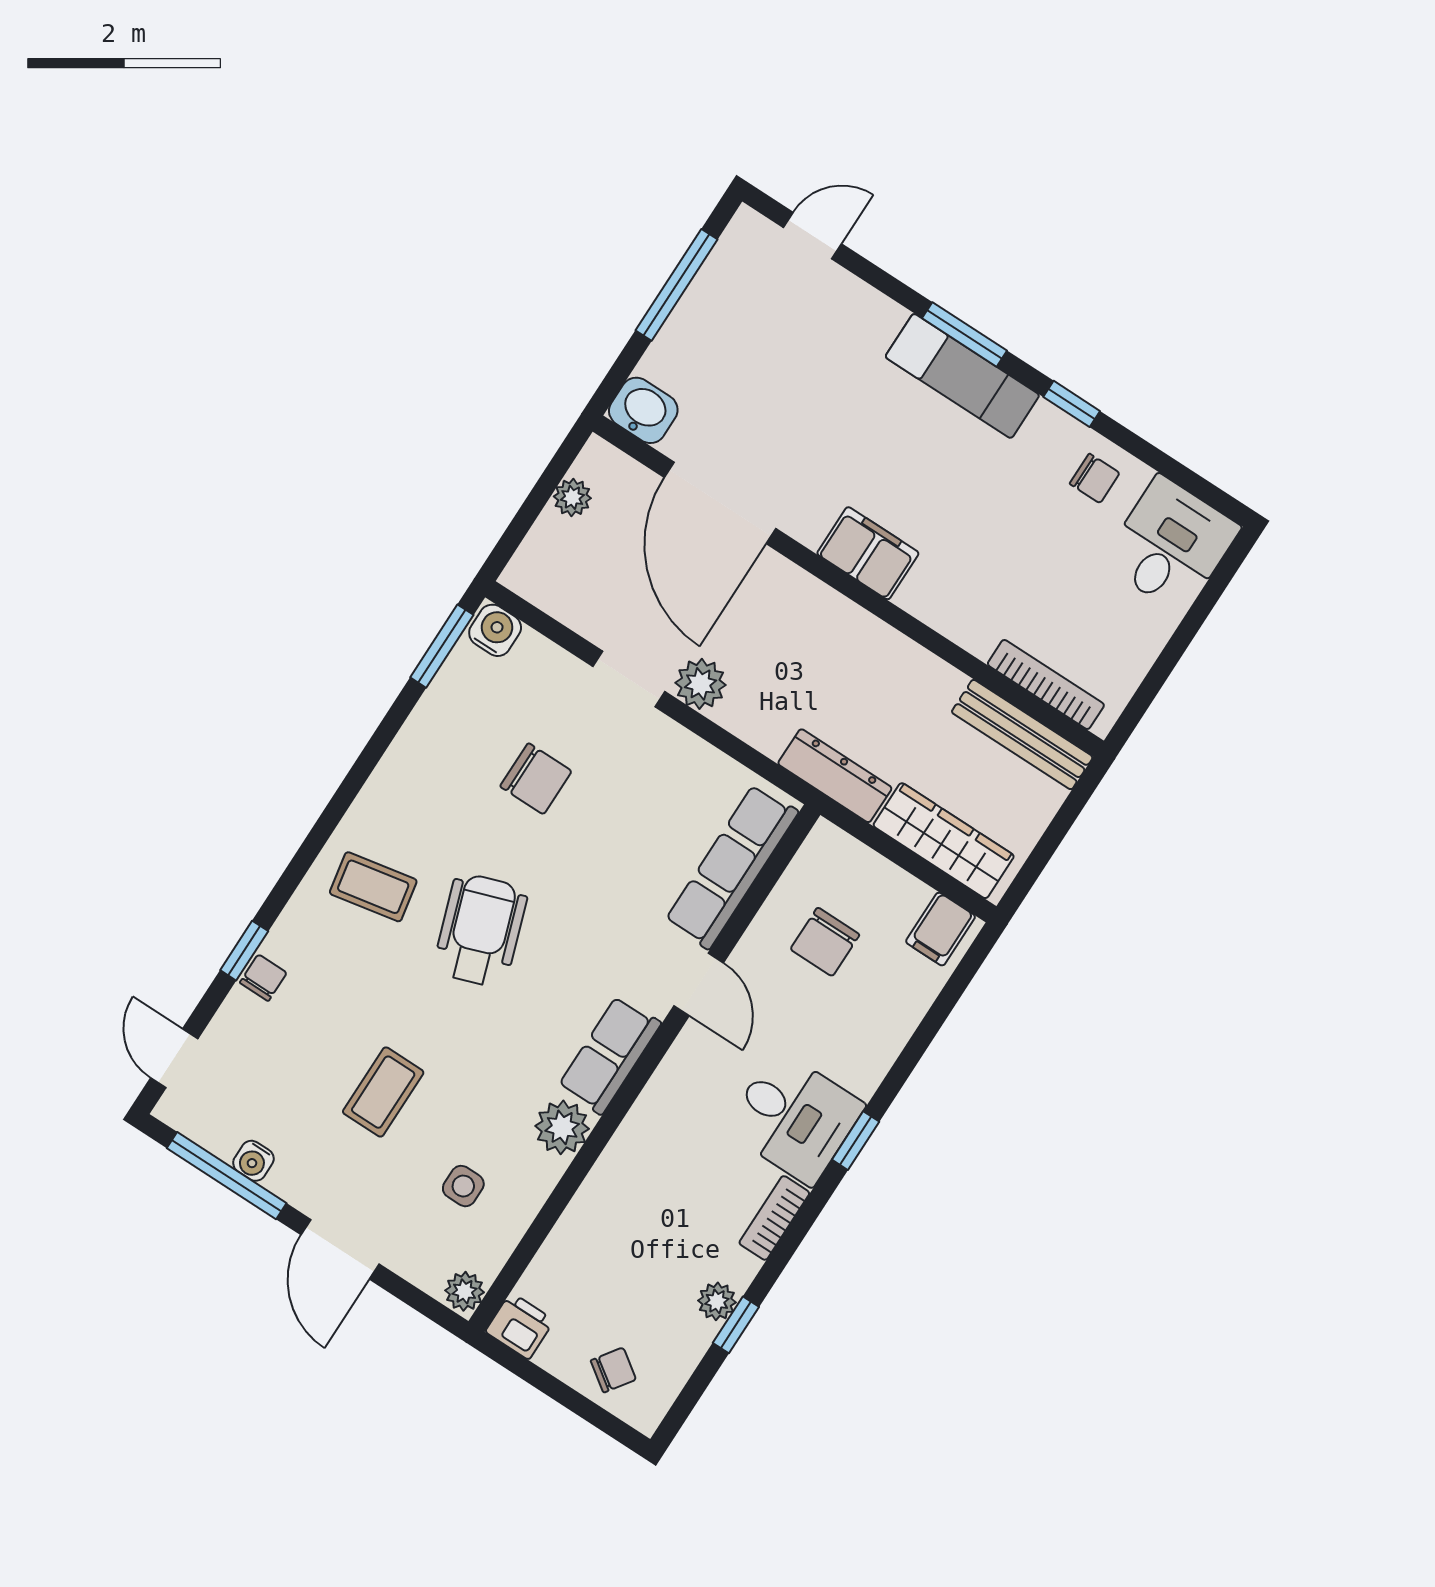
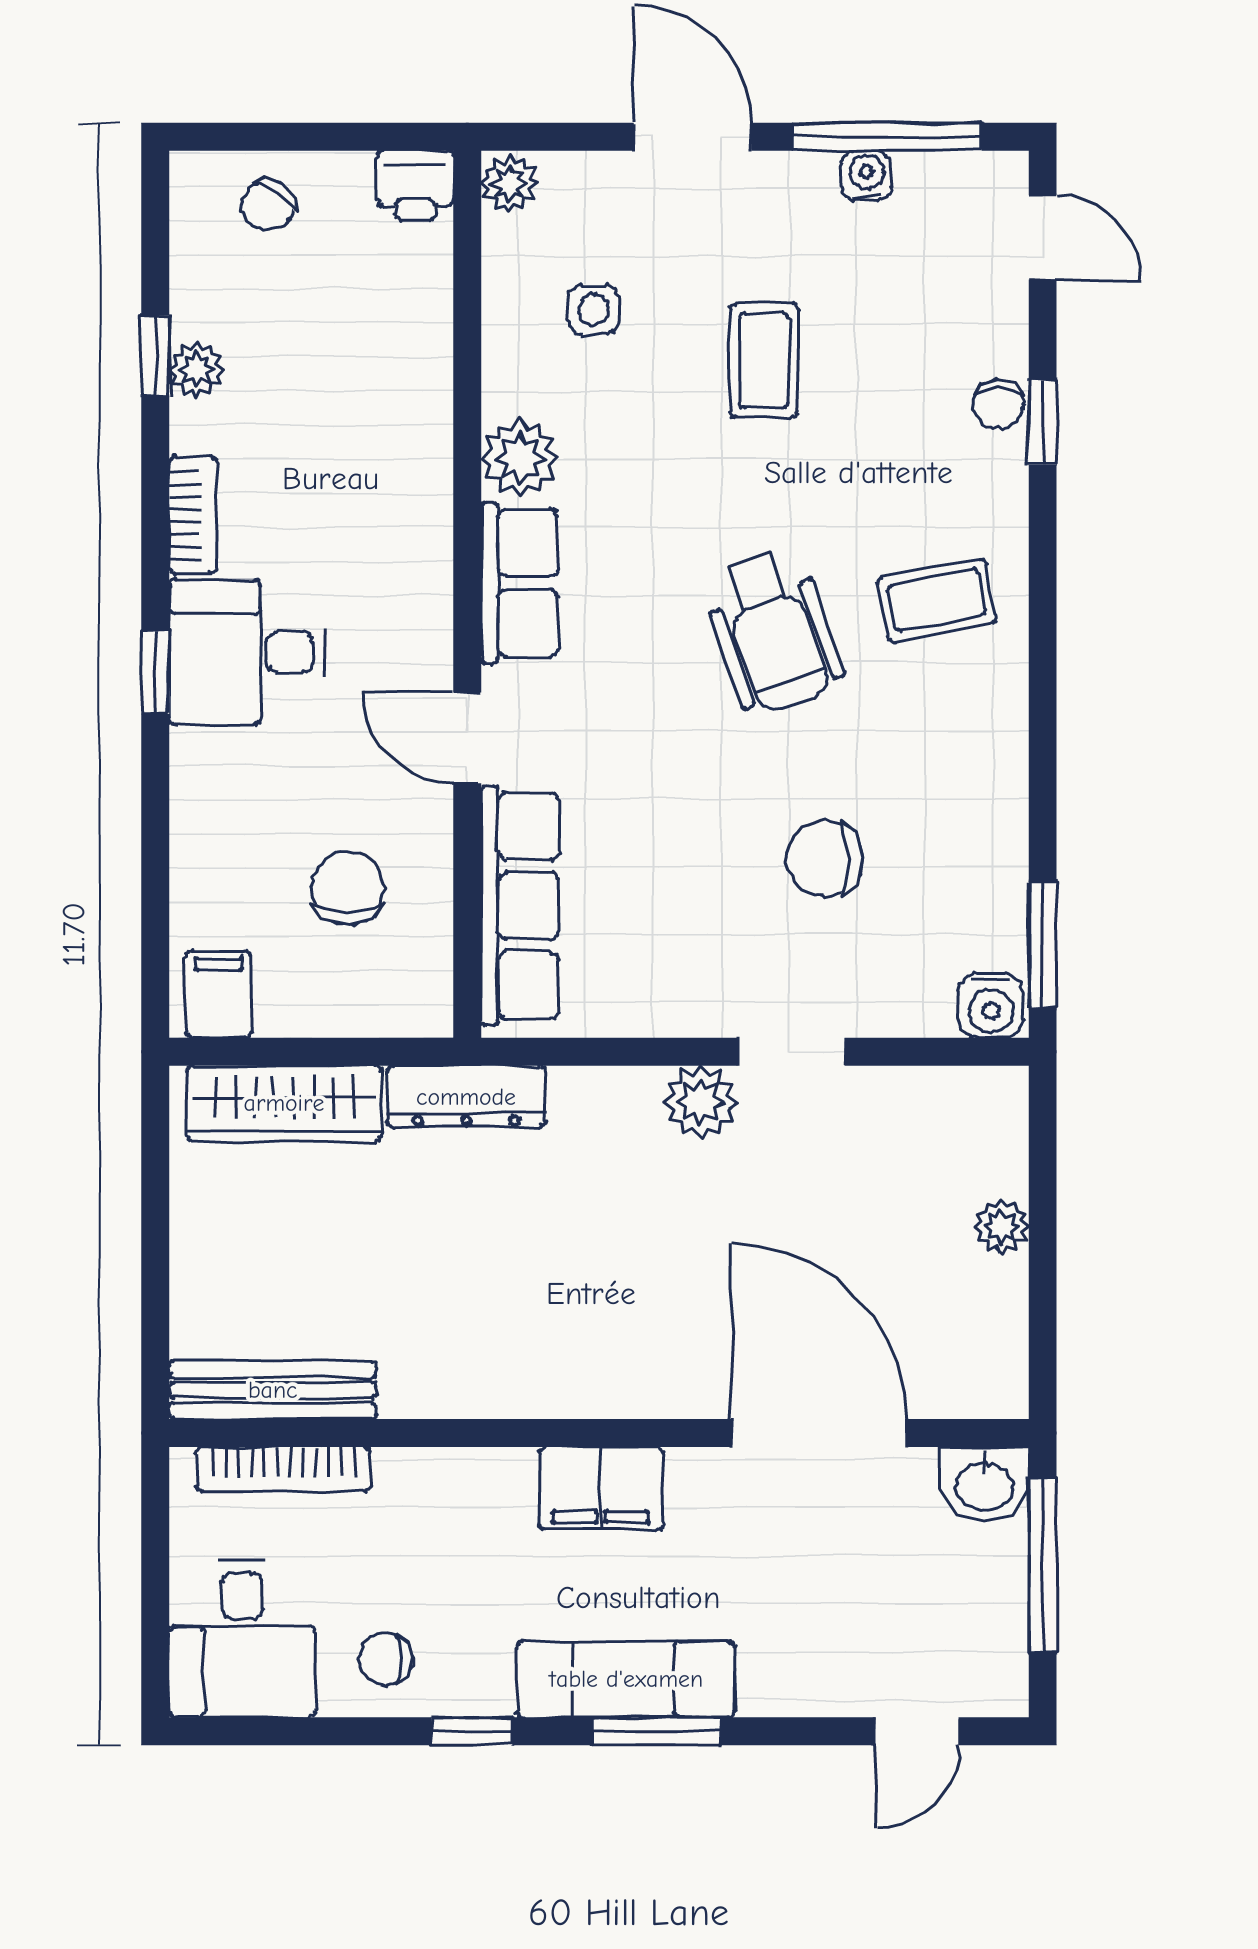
washbasin: (643, 410) -> (984, 1485), moved
door: (720, 503) -> (819, 1433), moved
filing cabinet: (868, 553) -> (601, 1488), moved
wall: (848, 586) -> (599, 1433), moved
bookcase: (1046, 684) -> (283, 1469), moved
bench: (1022, 735) -> (273, 1390), moved

